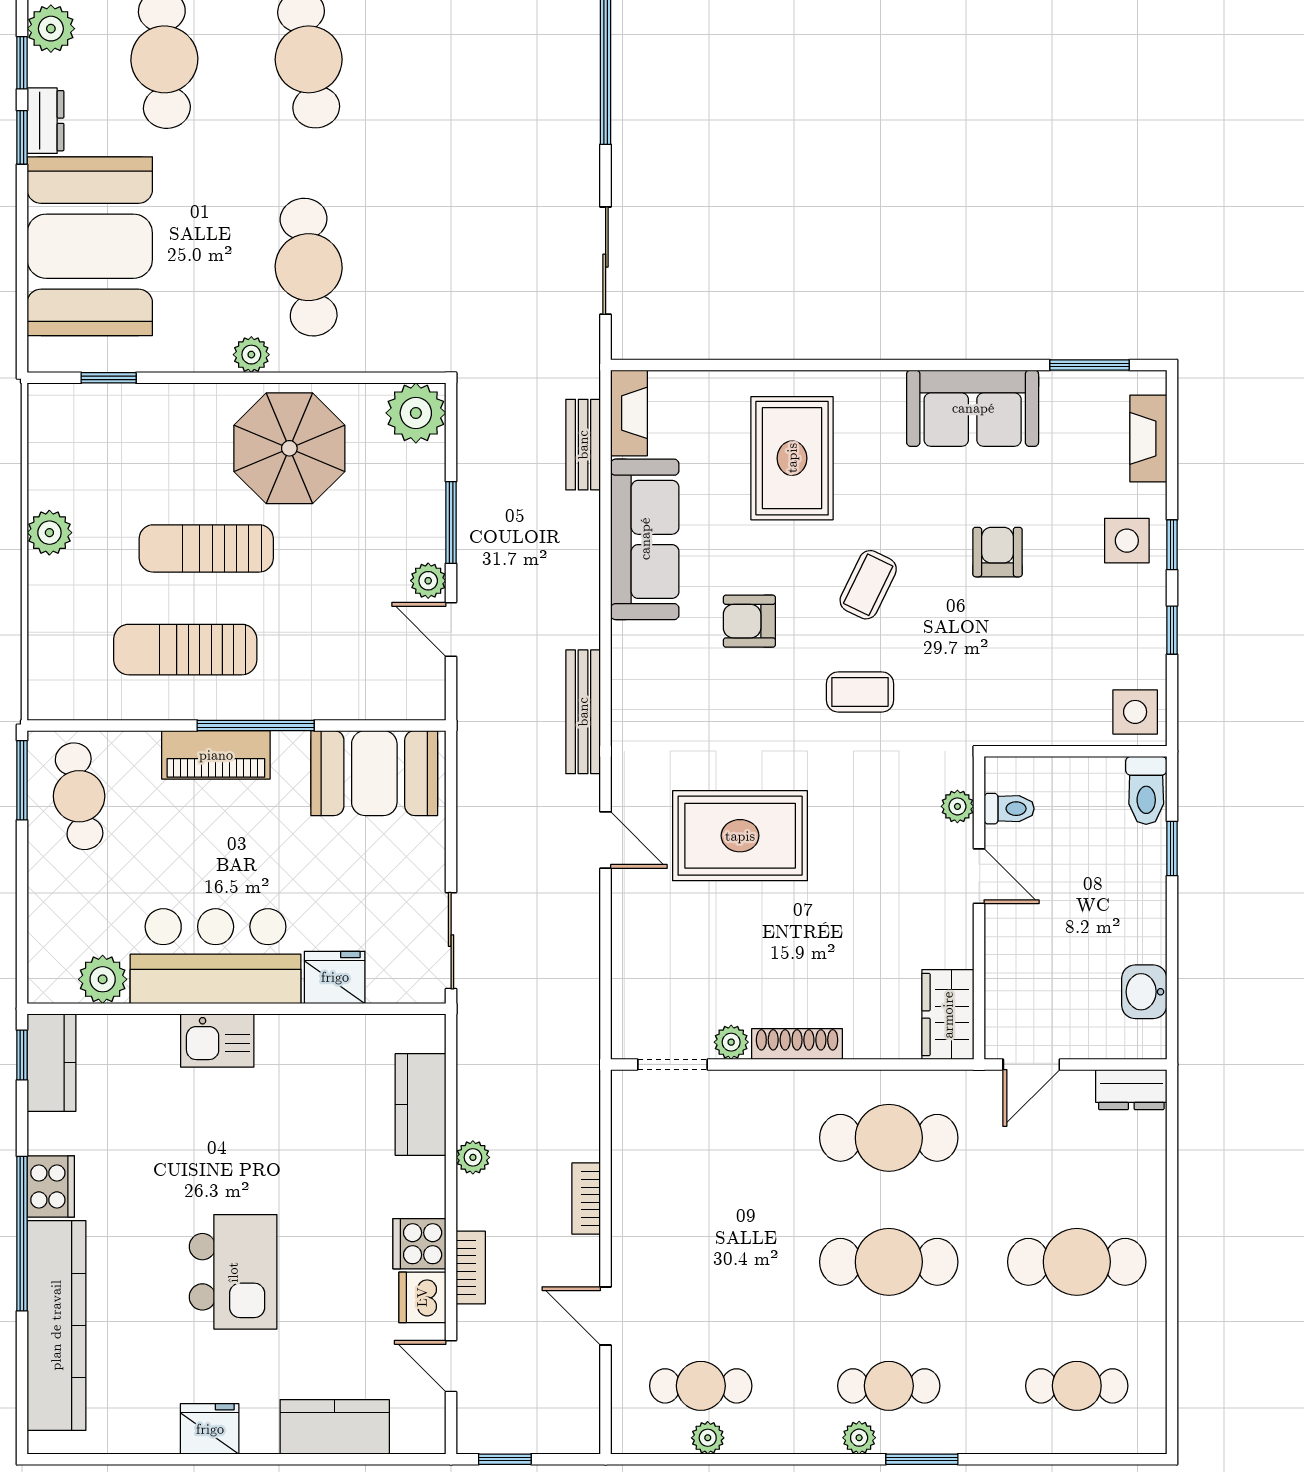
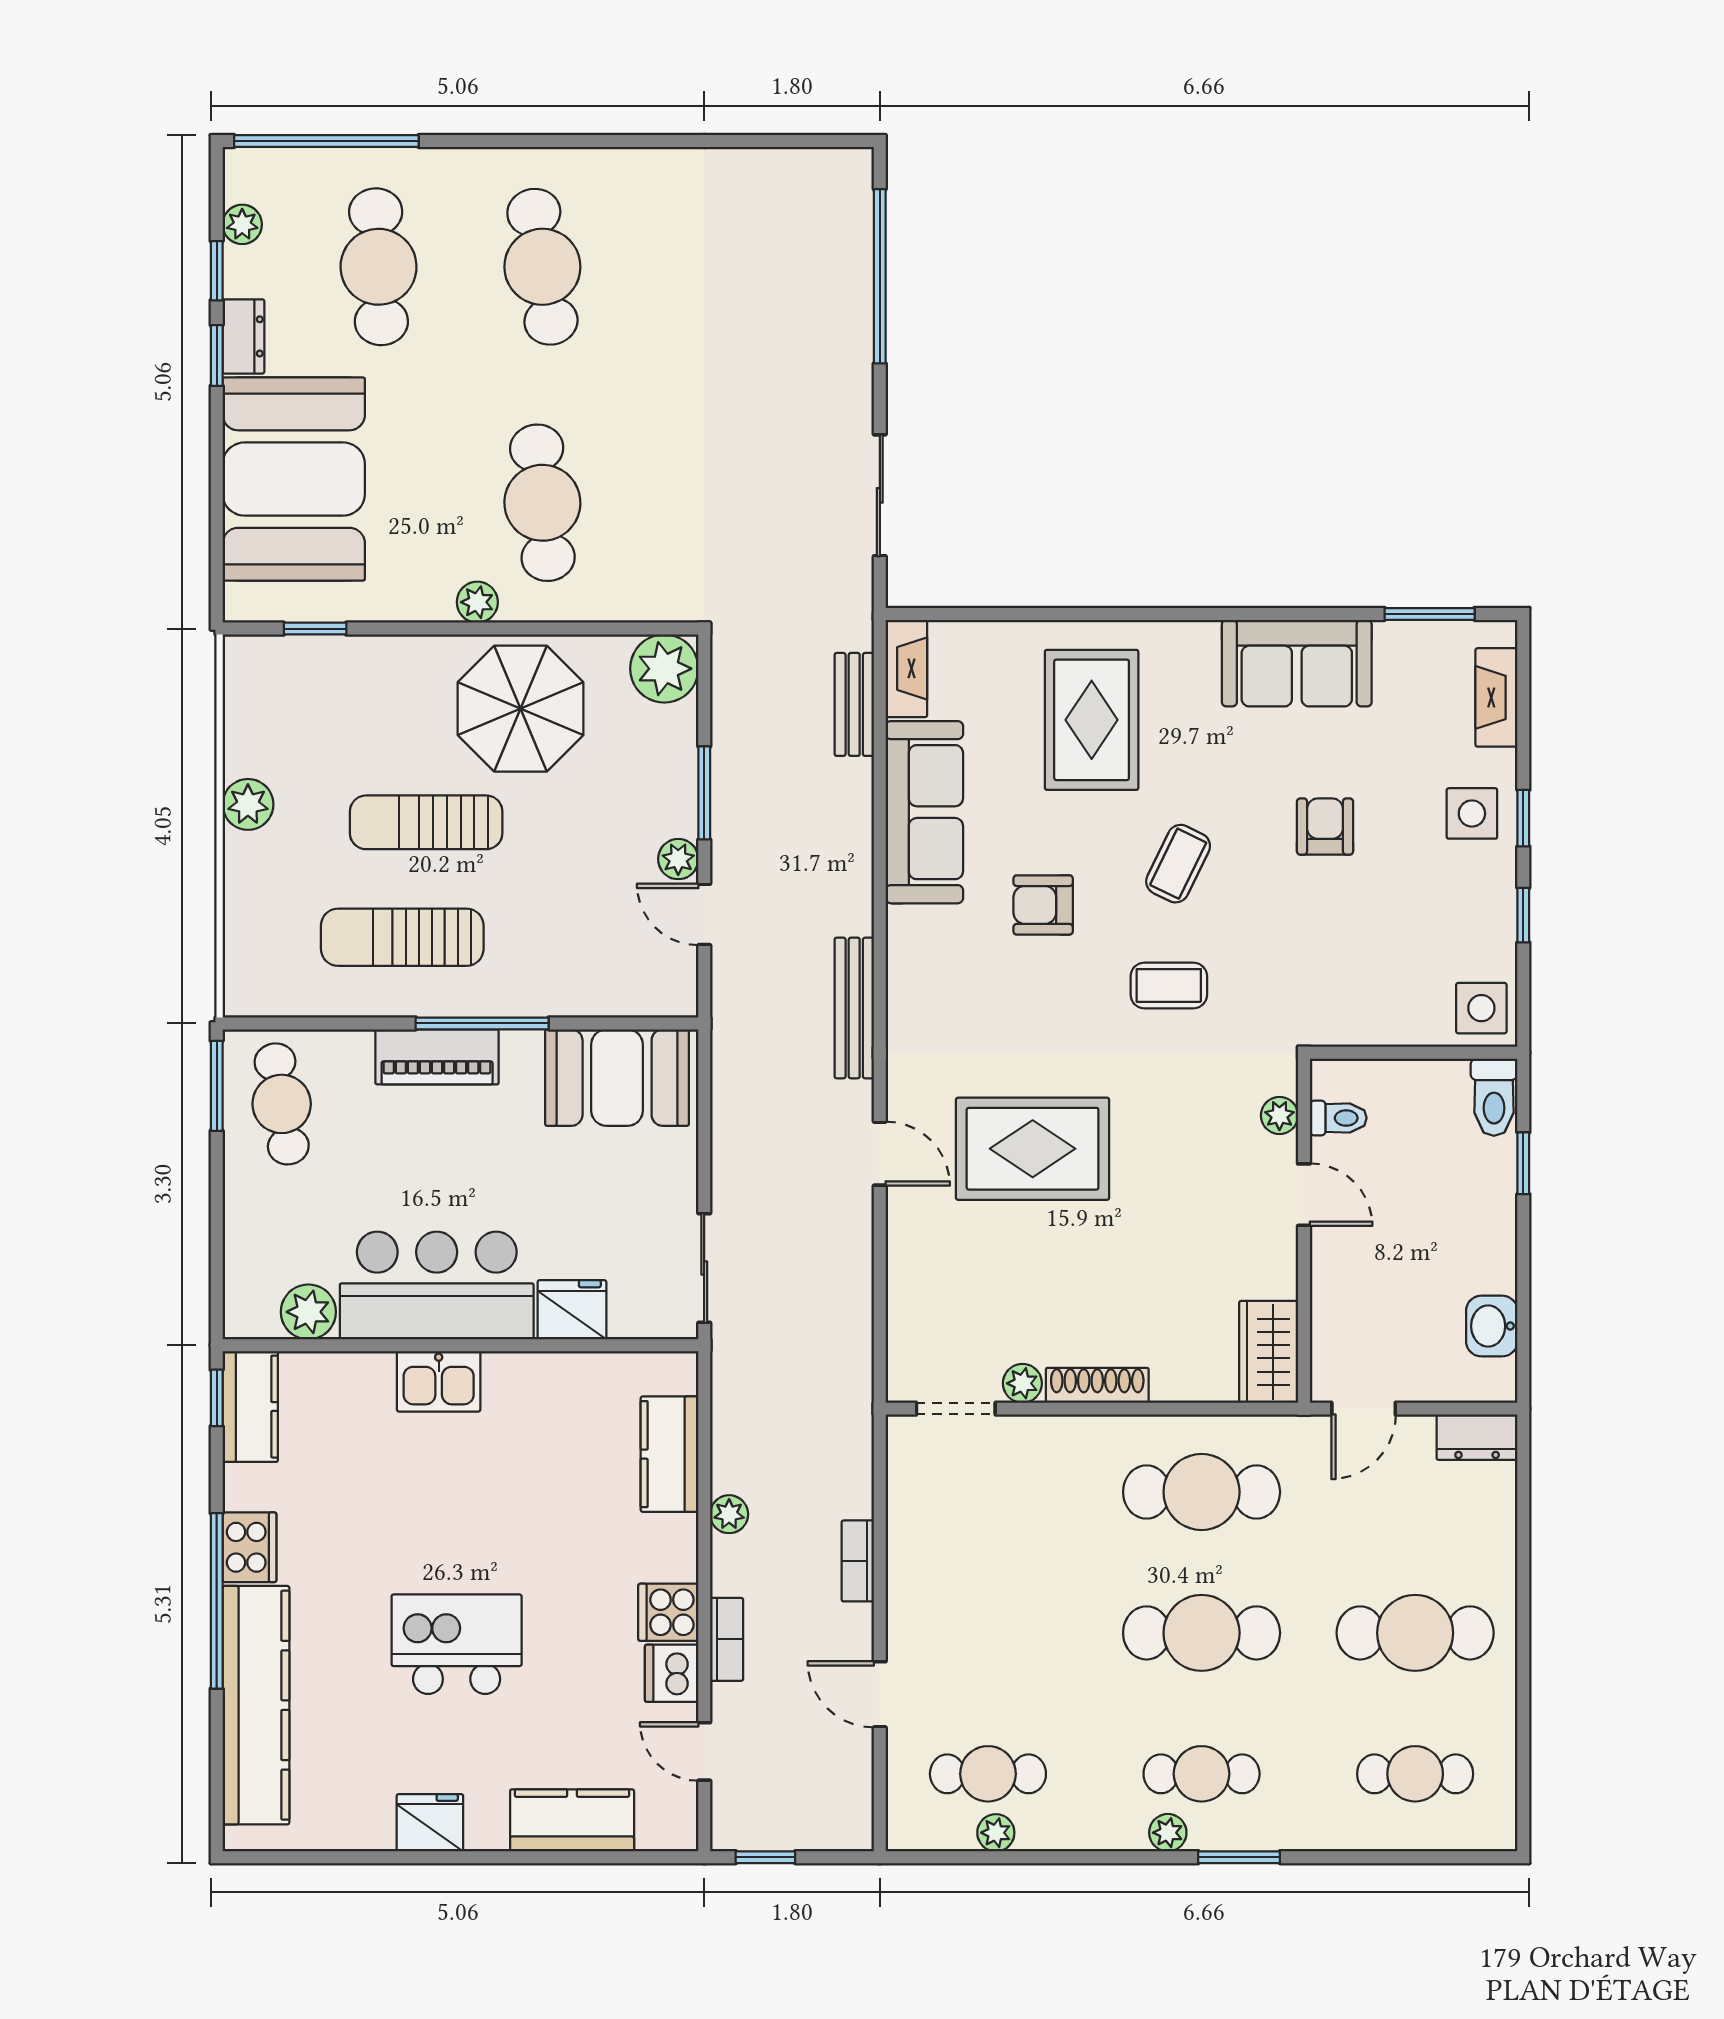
plant: (51, 29) -> (242, 224), width x0.73, depth x0.73
kitchen island: (233, 1272) -> (457, 1644), turned -90

